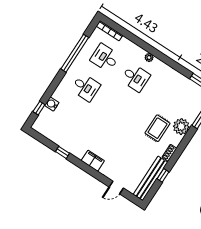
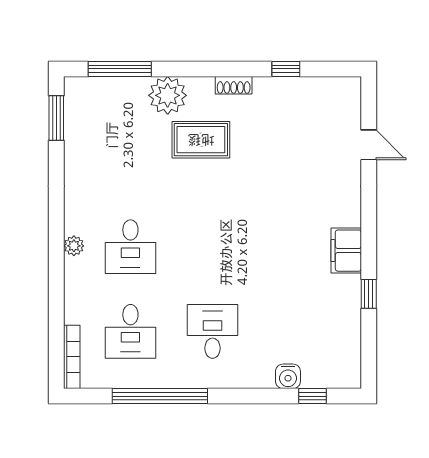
desk: (135, 78) -> (130, 247), turned 180
filing cabinet: (93, 161) -> (346, 251), moved
bench: (150, 178) -> (308, 90), removed

